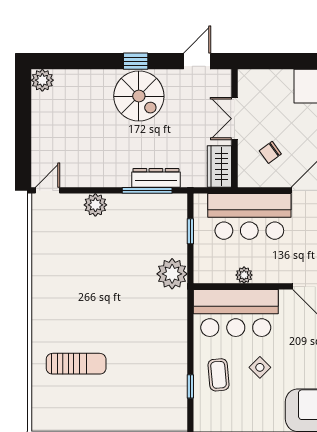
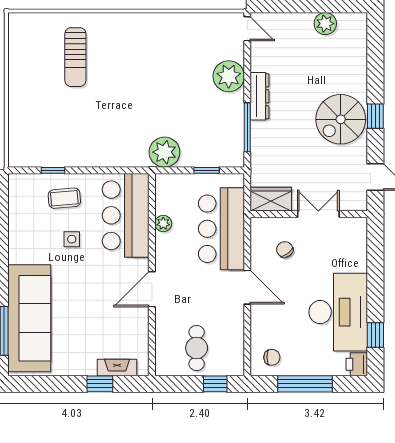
plant: (42, 80) -> (325, 24), moved
dresser: (156, 178) -> (260, 96), moved
plant: (95, 205) -> (229, 76), width x1.36, depth x1.36
side table: (260, 367) -> (72, 239), turned 45

